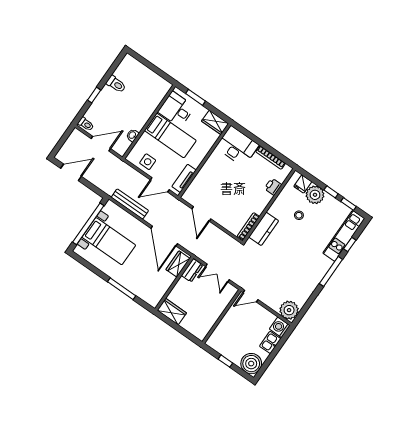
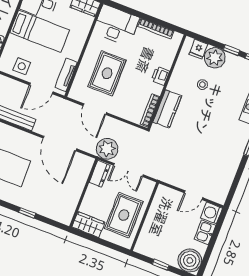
rug: (219, 186) -> (107, 73), added
printer: (273, 187) -> (160, 76), moved
wardrobe: (178, 264) -> (83, 171), removed
window: (122, 289) -> (27, 213), width x0.46
door: (251, 296) -> (193, 195), moved
plant: (289, 310) -> (107, 149), moved
rug: (204, 311) -> (124, 215), added

